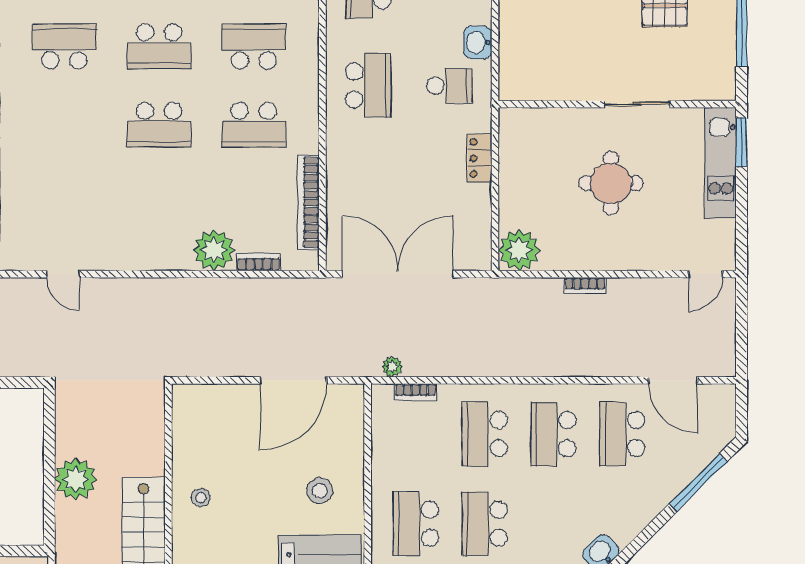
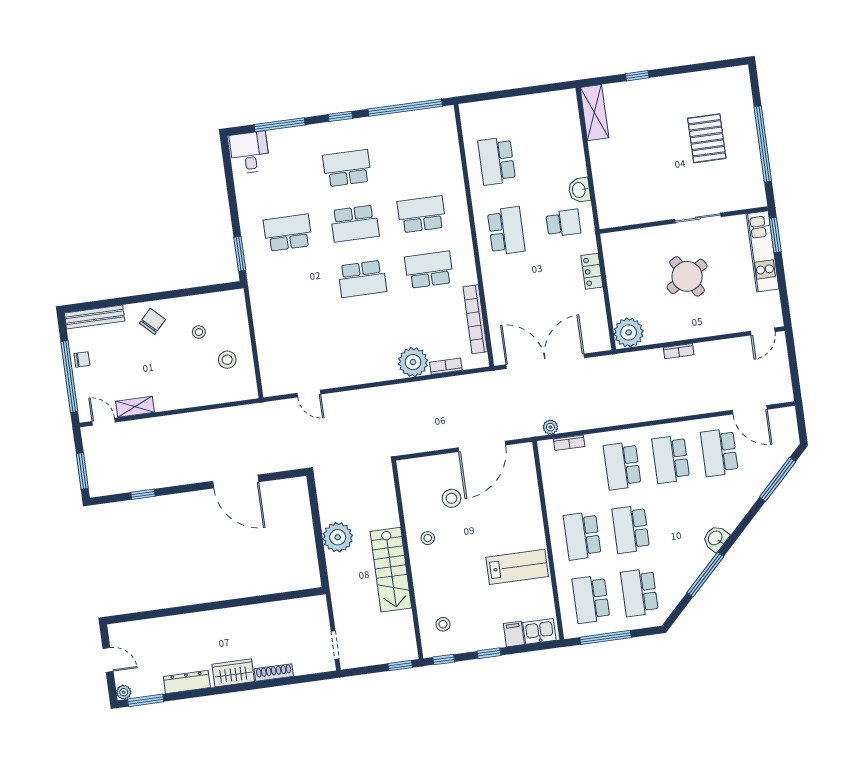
school desk: (254, 125) -> (429, 270), turned 180
round table: (611, 183) -> (687, 276), turned -31
stool: (320, 491) -> (451, 498), moved

